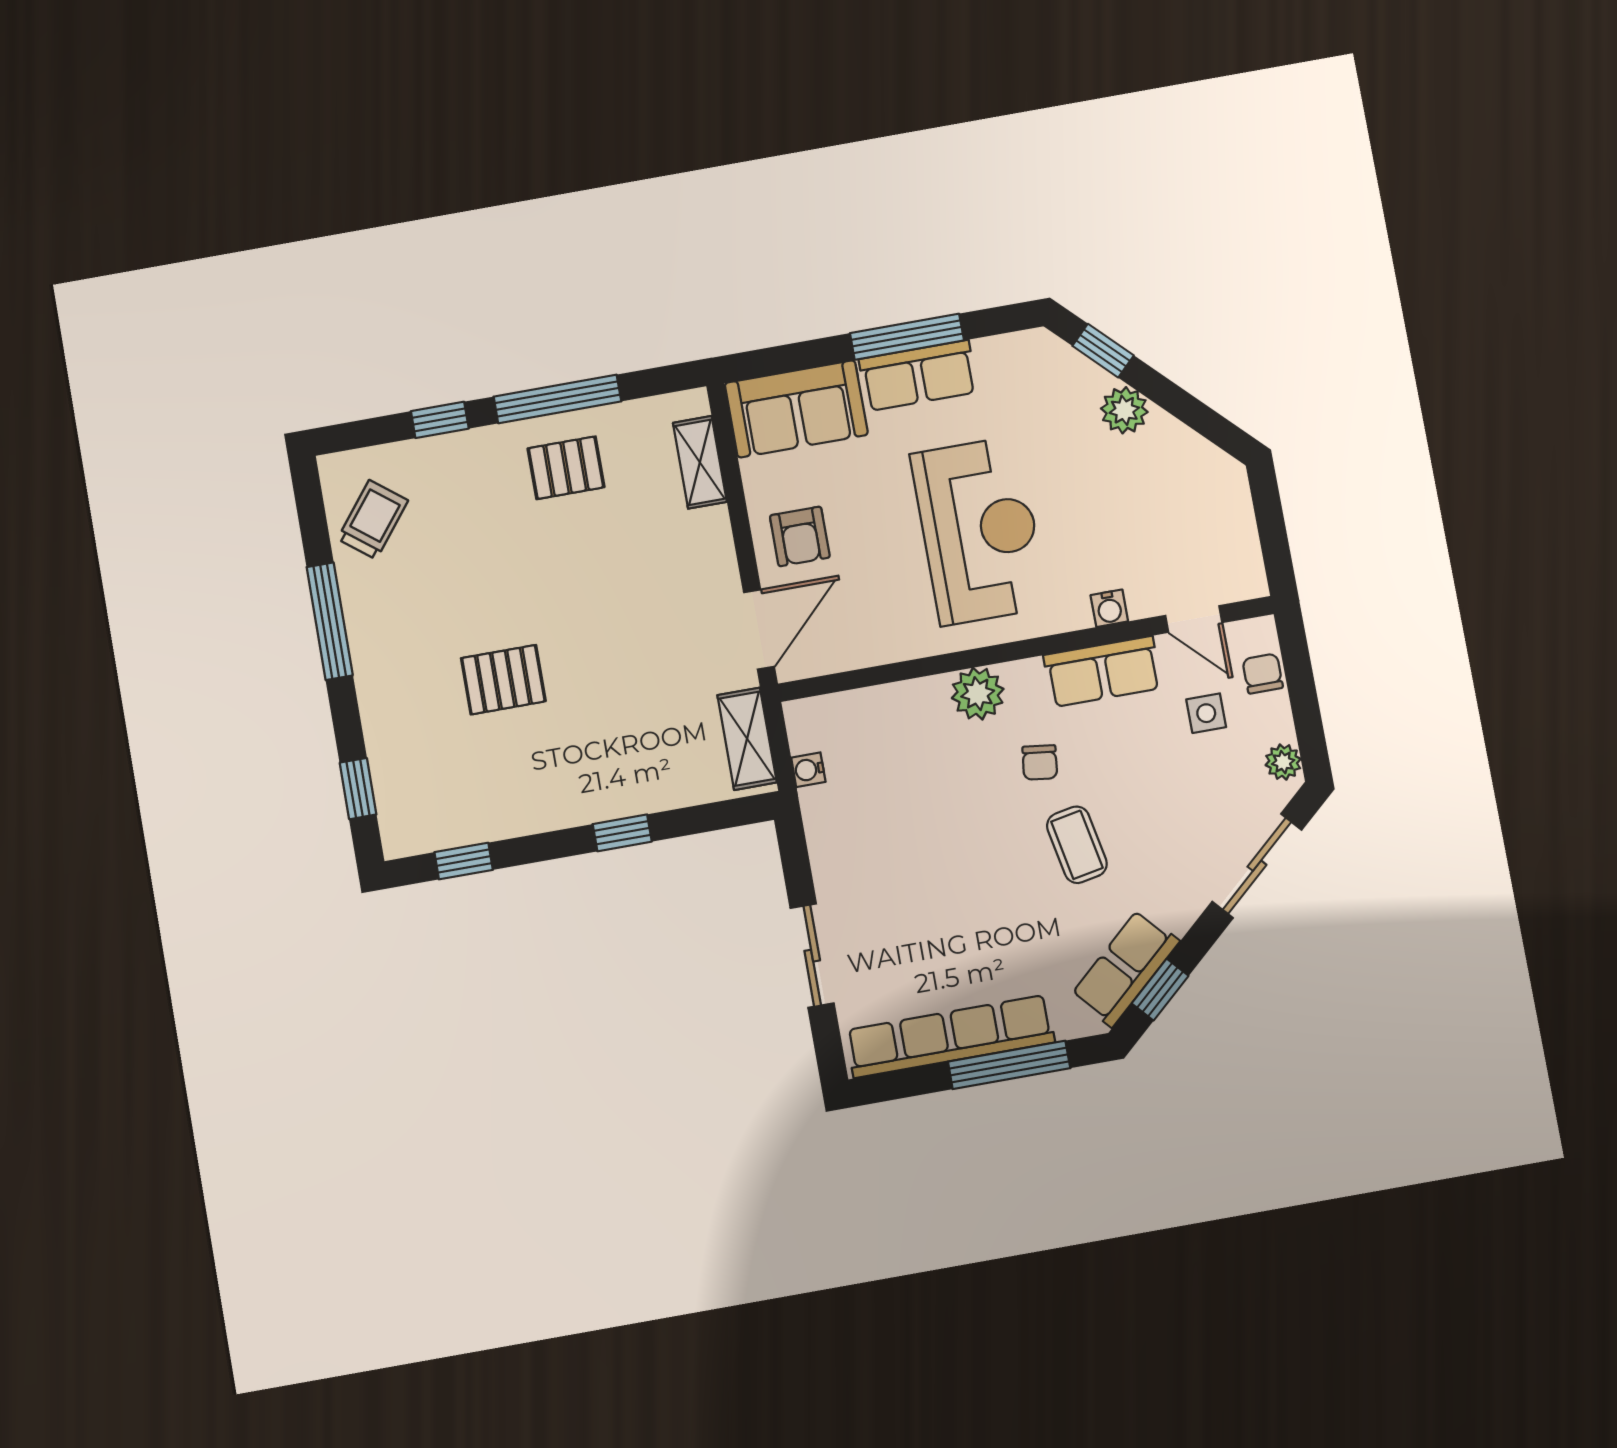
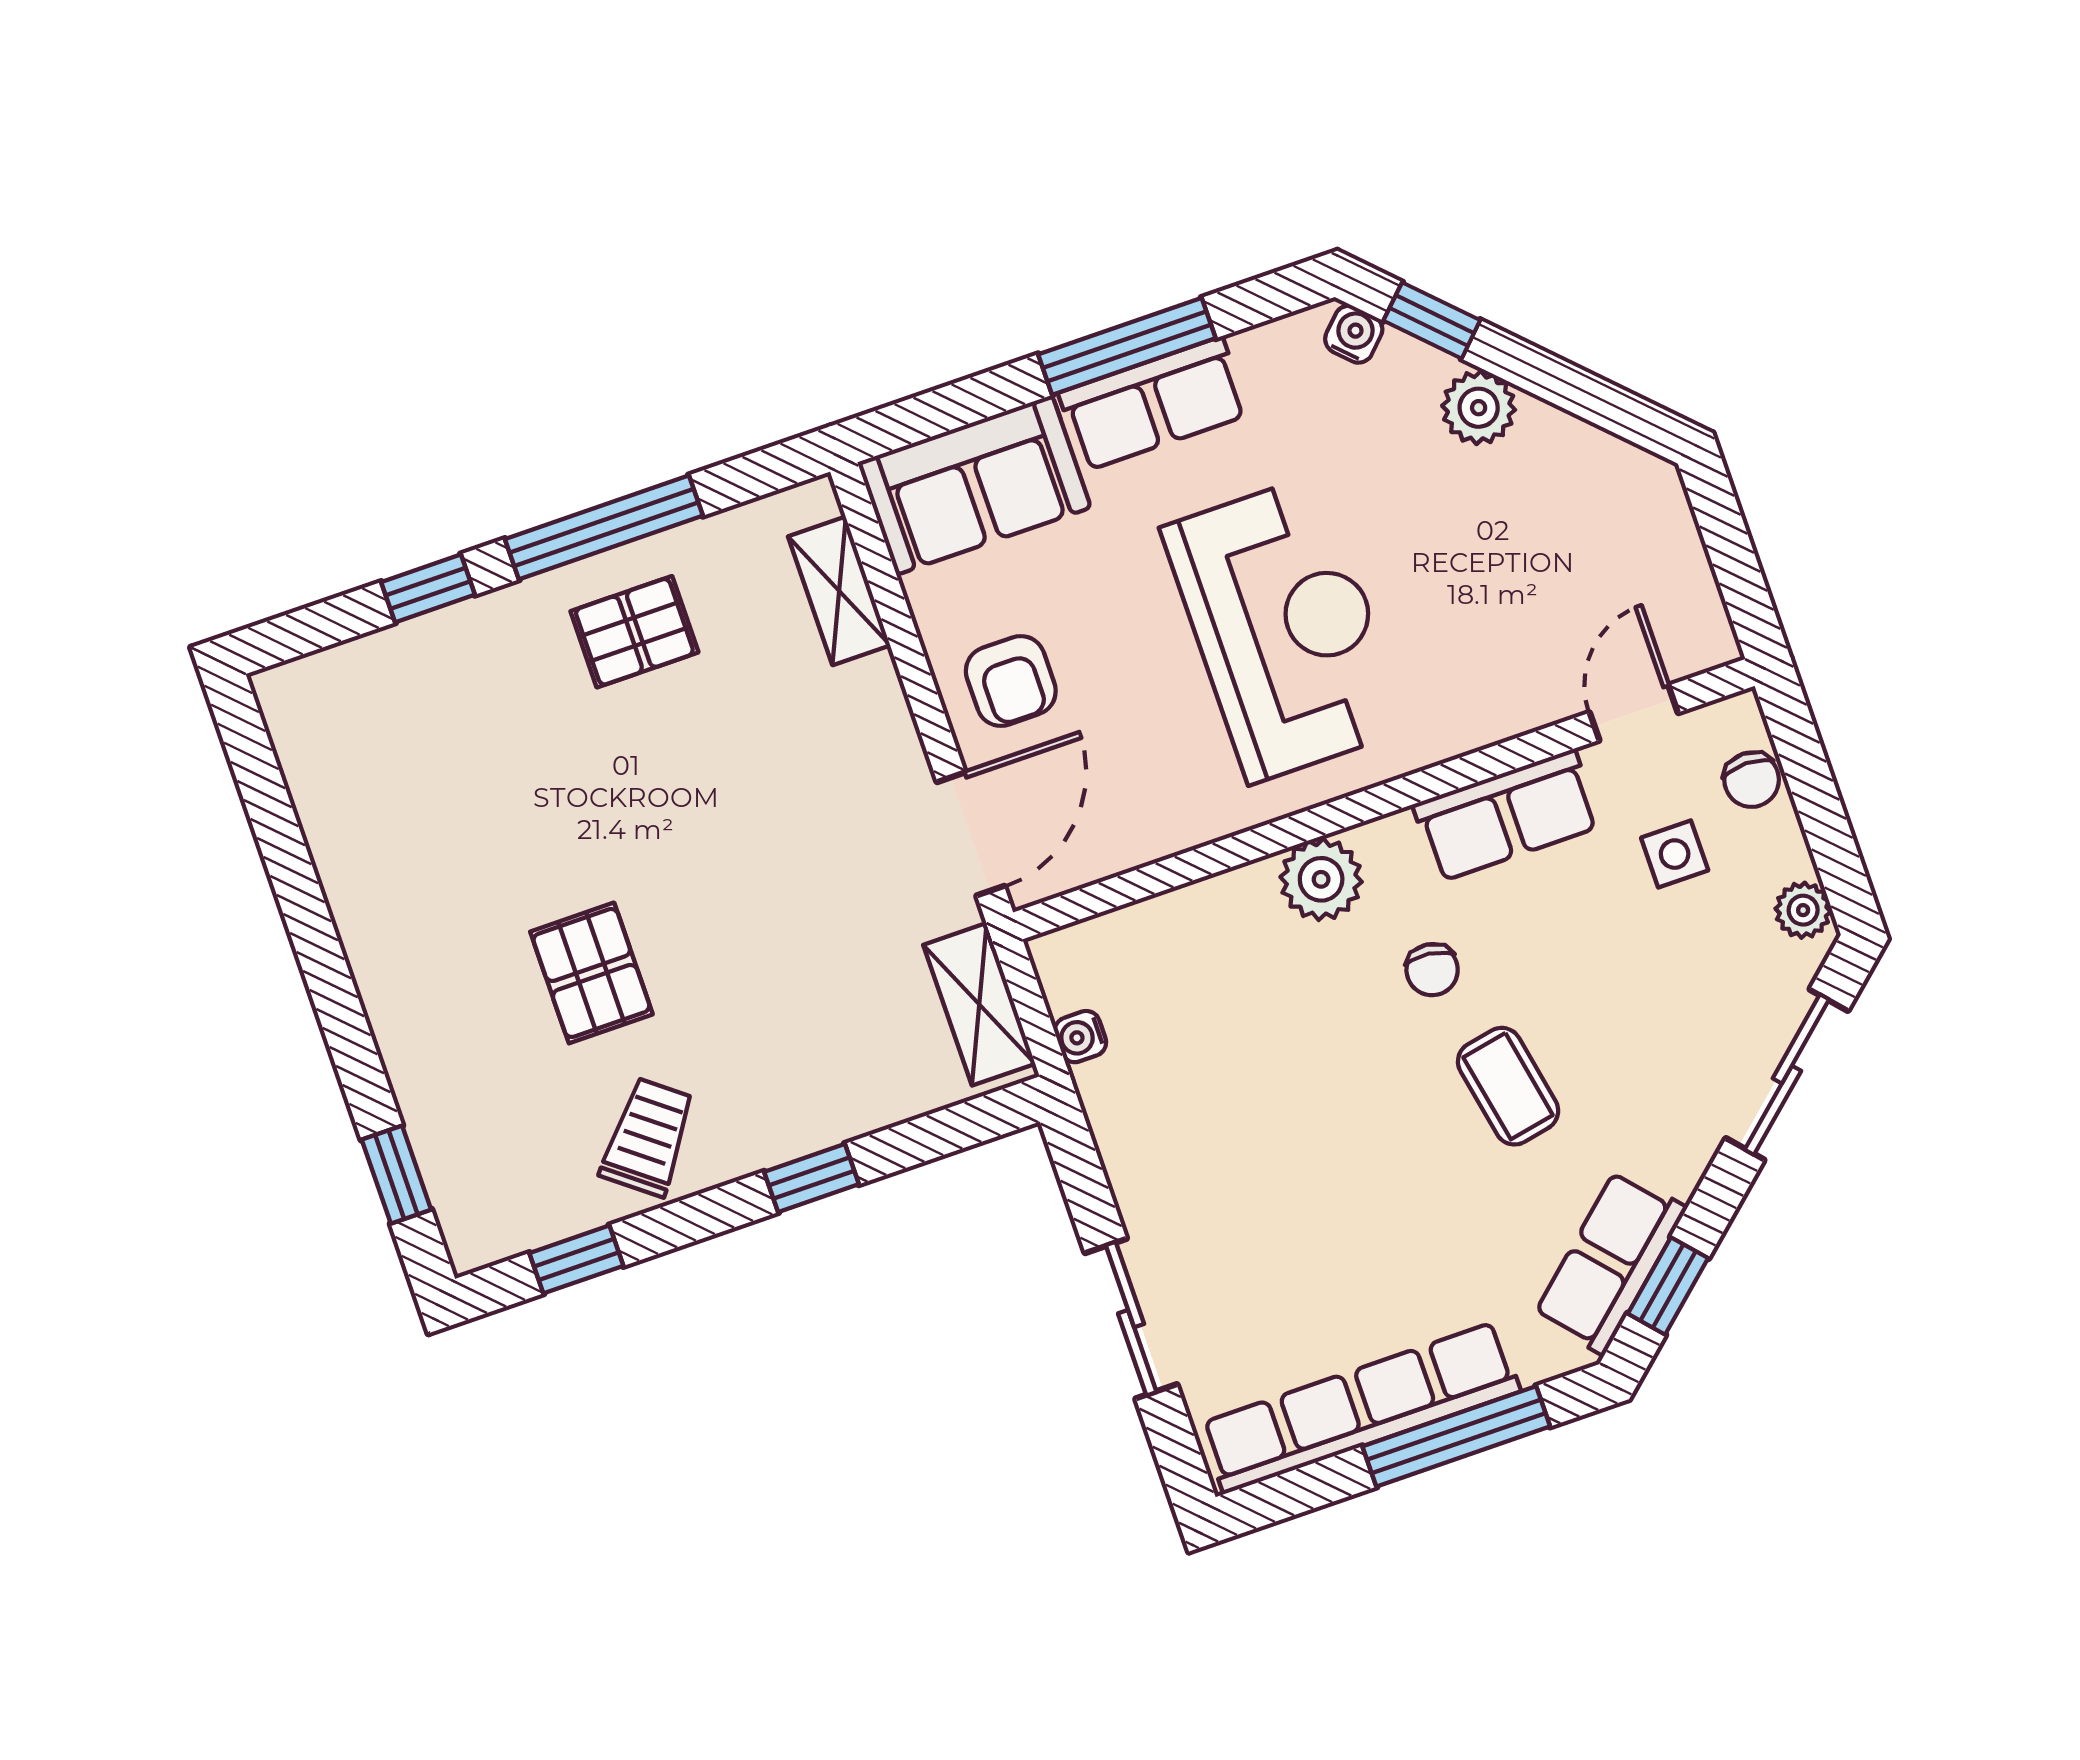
trolley: (373, 520) -> (648, 1137), moved
water cooler: (1109, 608) -> (1354, 334), moved, turned -135
door: (1194, 619) -> (1634, 713), swing flipped
window: (330, 621) -> (310, 925), removed
chair: (1263, 674) -> (1752, 780), turned 180
pallet: (503, 680) -> (591, 973), turned 90

